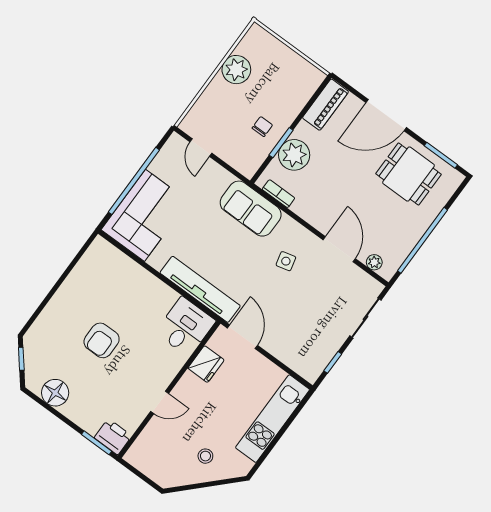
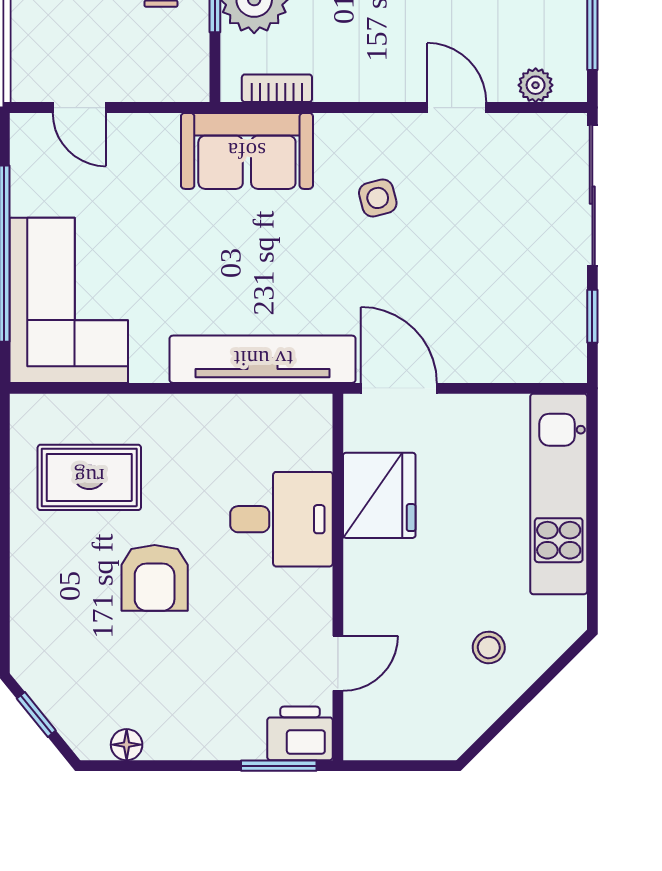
door: (339, 249) -> (457, 108), width x0.73
rug: (105, 286) -> (89, 477), added
sliding door: (365, 318) -> (592, 195), width x1.37
desk: (185, 327) -> (281, 519), moved, turned 90
fridge: (206, 364) -> (379, 495), width x1.36, depth x1.34
floor lamp: (55, 393) -> (127, 745), width x0.53, depth x0.53
door: (160, 402) -> (338, 663), moved

